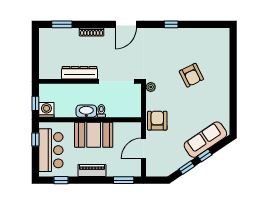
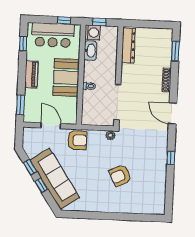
dresser: (79, 73) -> (128, 45), moved
washbasin: (86, 111) -> (90, 51), moved
sofa: (205, 140) -> (55, 179), width x1.36, depth x1.27

